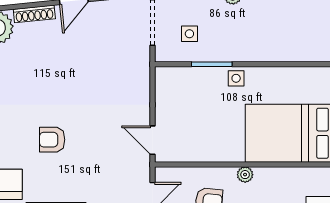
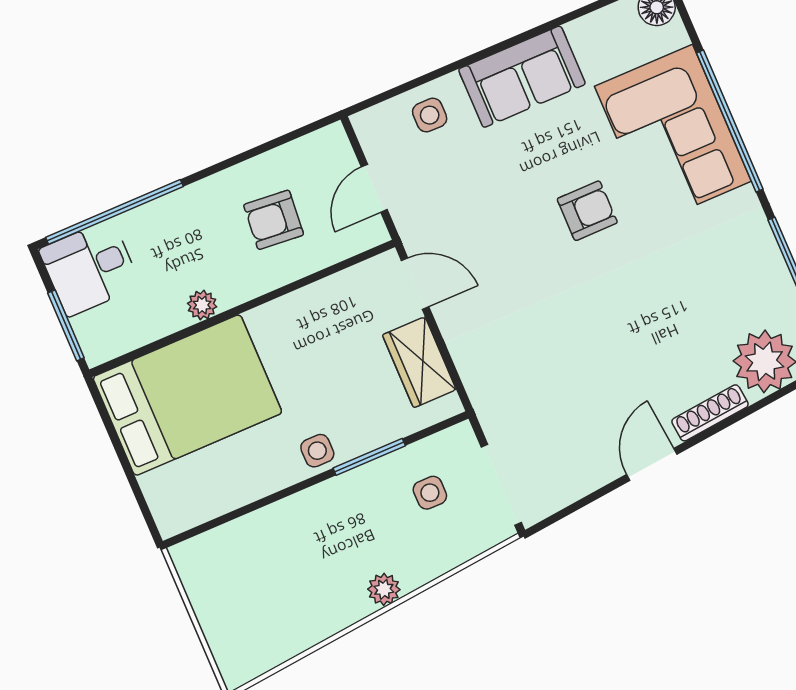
wardrobe: (167, 100) -> (419, 362), added
plant: (245, 175) -> (202, 305), moved

